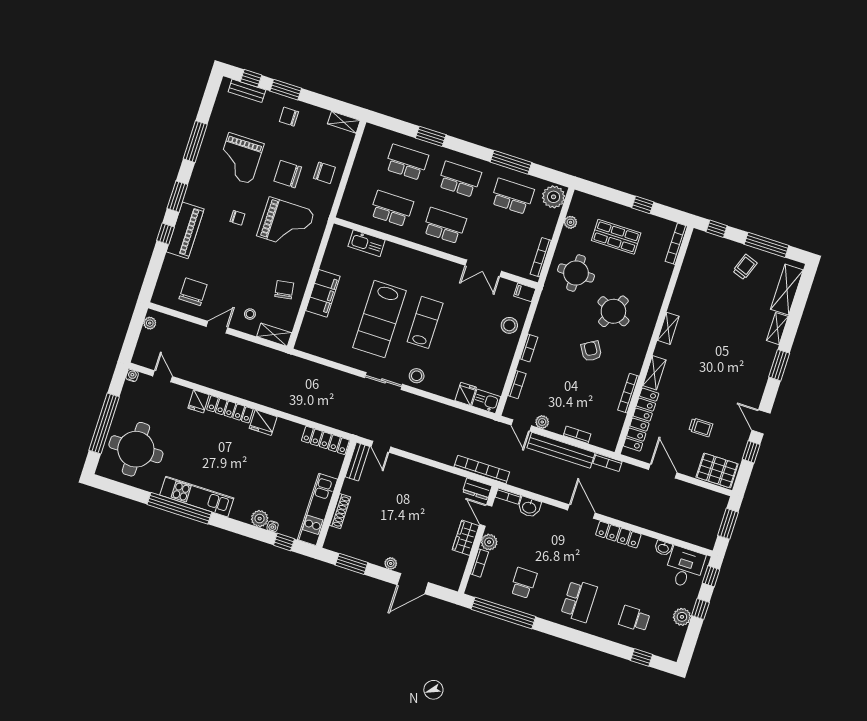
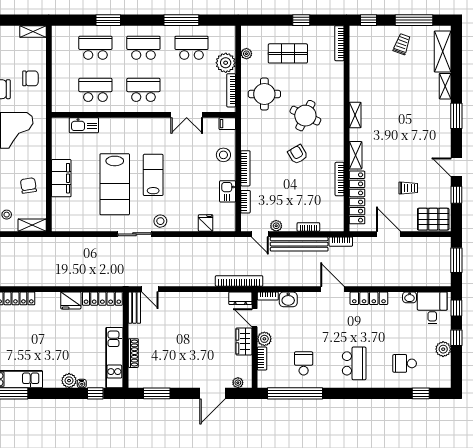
plant: (554, 197) -> (226, 63), moved
bookcase: (529, 348) -> (245, 168), width x1.56
kitchen sink: (486, 401) -> (228, 191), moved, turned -90
fridge: (263, 422) -> (71, 300), moved
plant: (391, 563) -> (238, 383), moved

